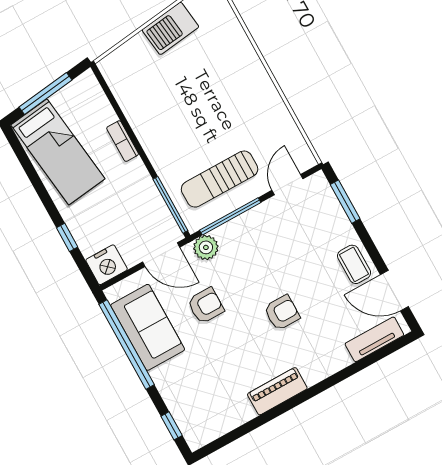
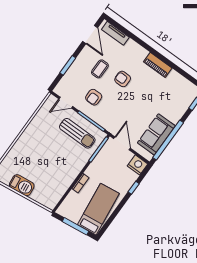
window: (345, 202) -> (68, 65), moved
plant: (206, 247) -> (110, 125), removed
coffee table: (354, 264) -> (100, 69), moved
armchair: (206, 306) -> (94, 97), moved, turned -90

